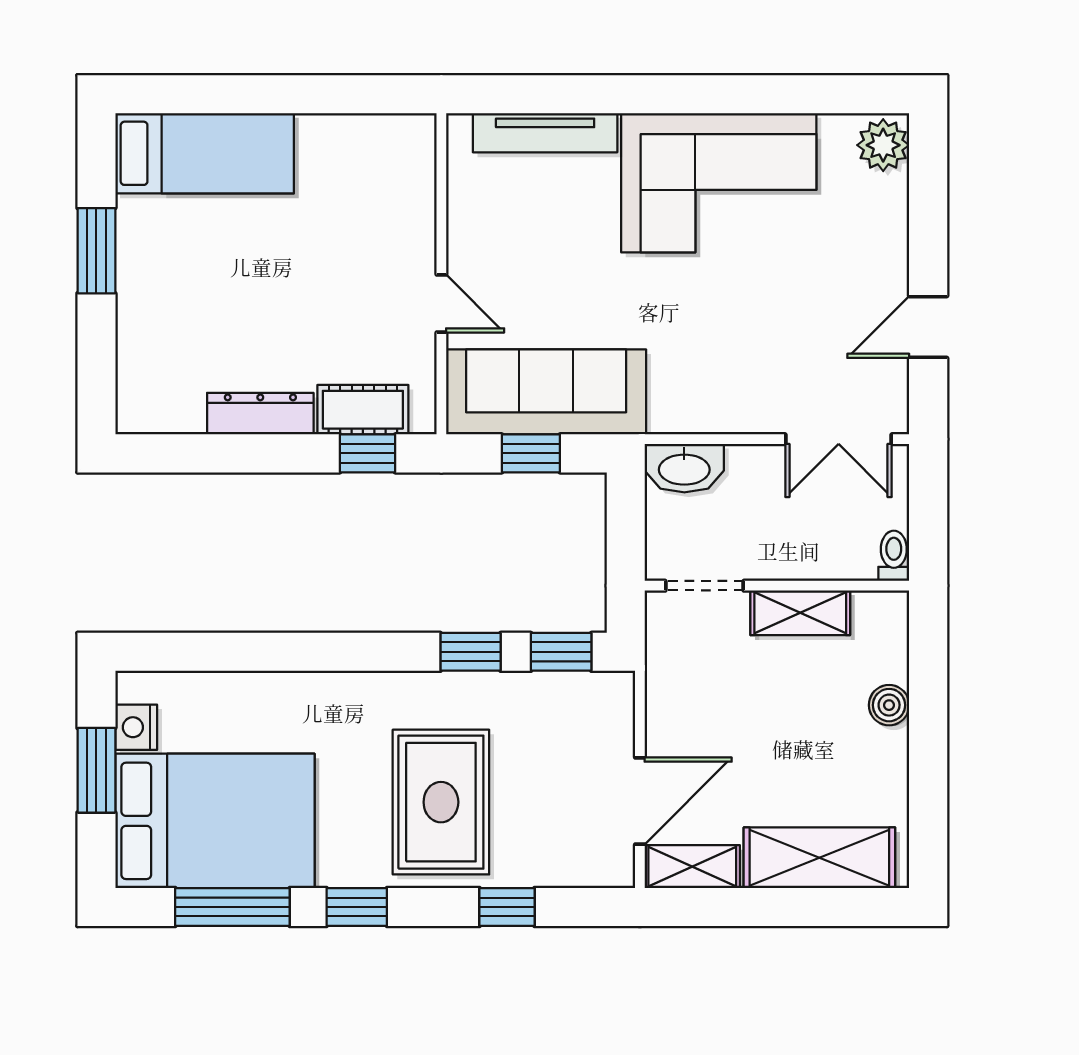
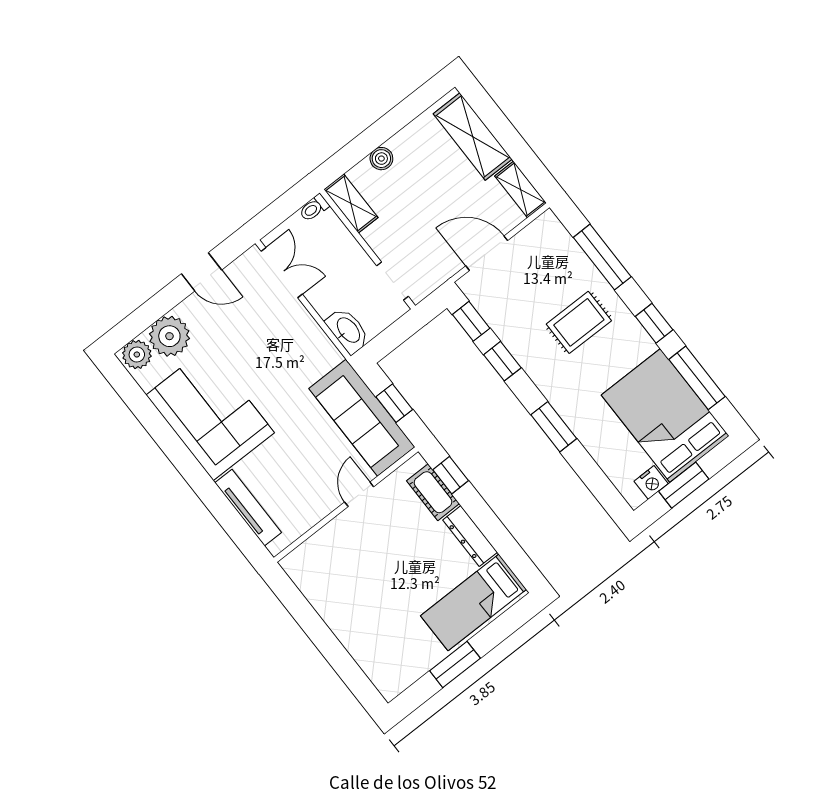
bed: (205, 153) -> (474, 602), moved, turned -90
plant: (873, 211) -> (169, 336), added
shelving: (800, 613) -> (351, 203), moved
window: (322, 652) -> (554, 427), added
door: (640, 801) -> (487, 253), moved
rug: (441, 802) -> (579, 322), width x0.73, depth x0.70
window: (507, 907) -> (602, 257), width x2.17

